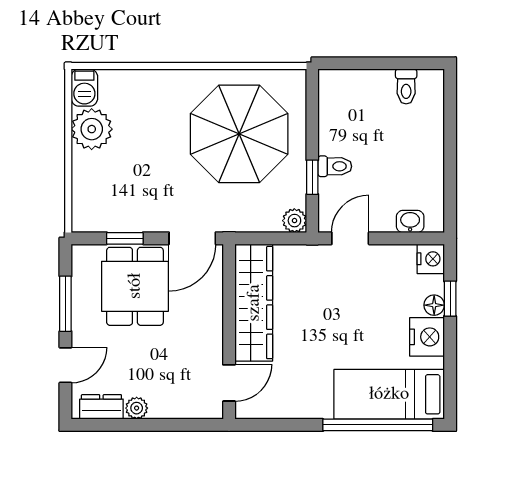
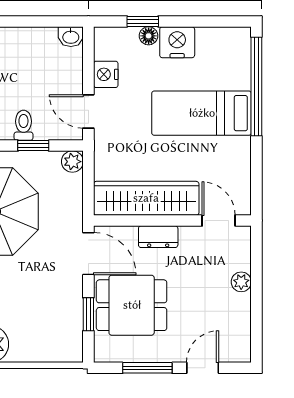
washbasin: (410, 221) -> (71, 37), moved, turned -90
nightstand: (431, 259) -> (106, 74), moved, turned -90
door: (65, 365) -> (203, 368), hinge flipped
bed: (389, 394) -> (202, 113), moved, turned 90
dresser: (101, 407) -> (158, 237), moved, turned -90
plant: (137, 408) -> (241, 282), moved

